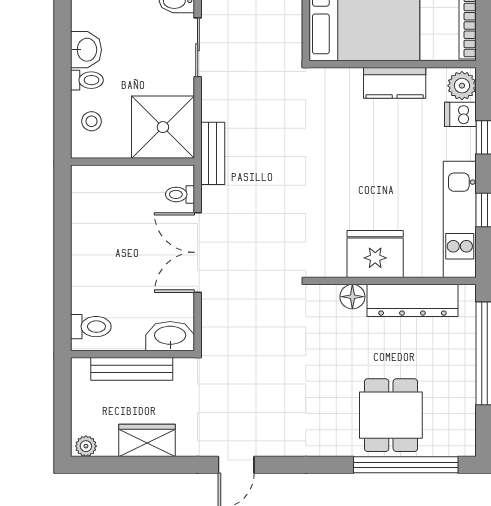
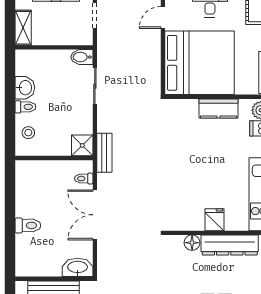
shower: (163, 127) -> (82, 145), width x0.54, depth x0.54
fridge: (375, 254) -> (215, 220), width x0.53, depth x0.75
toilet: (91, 327) -> (28, 225), moved

